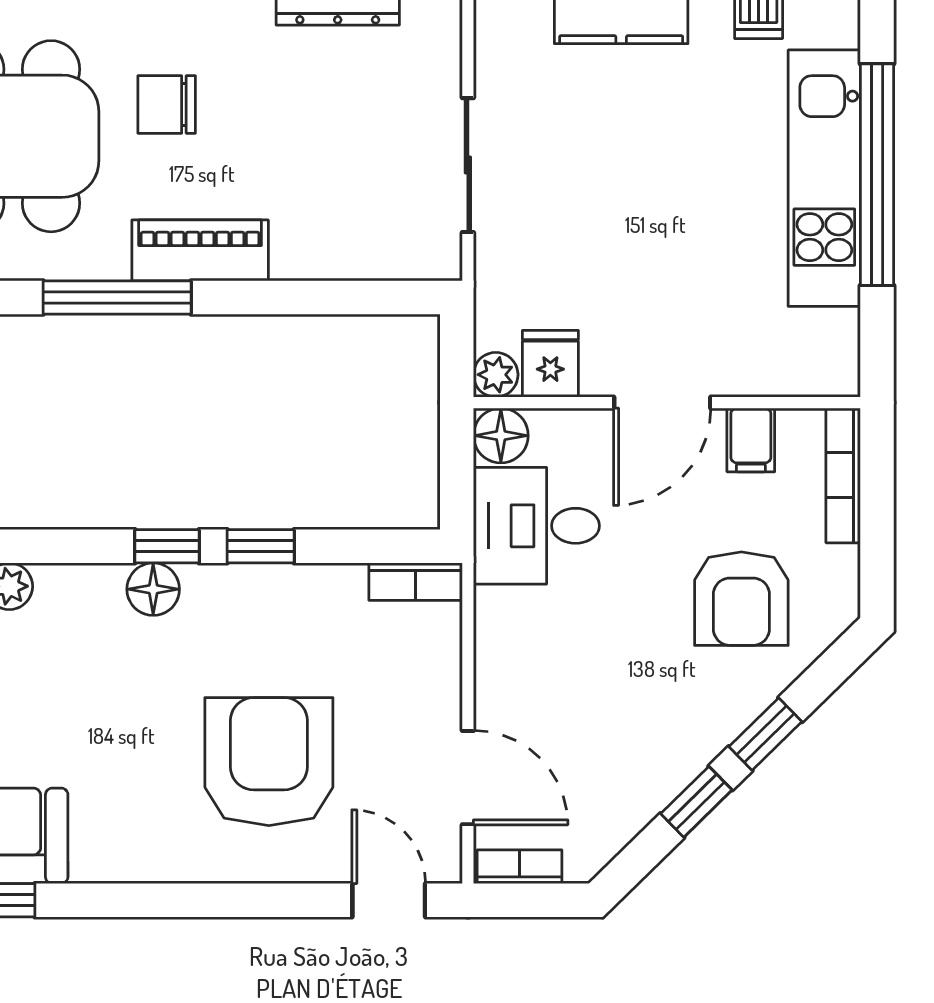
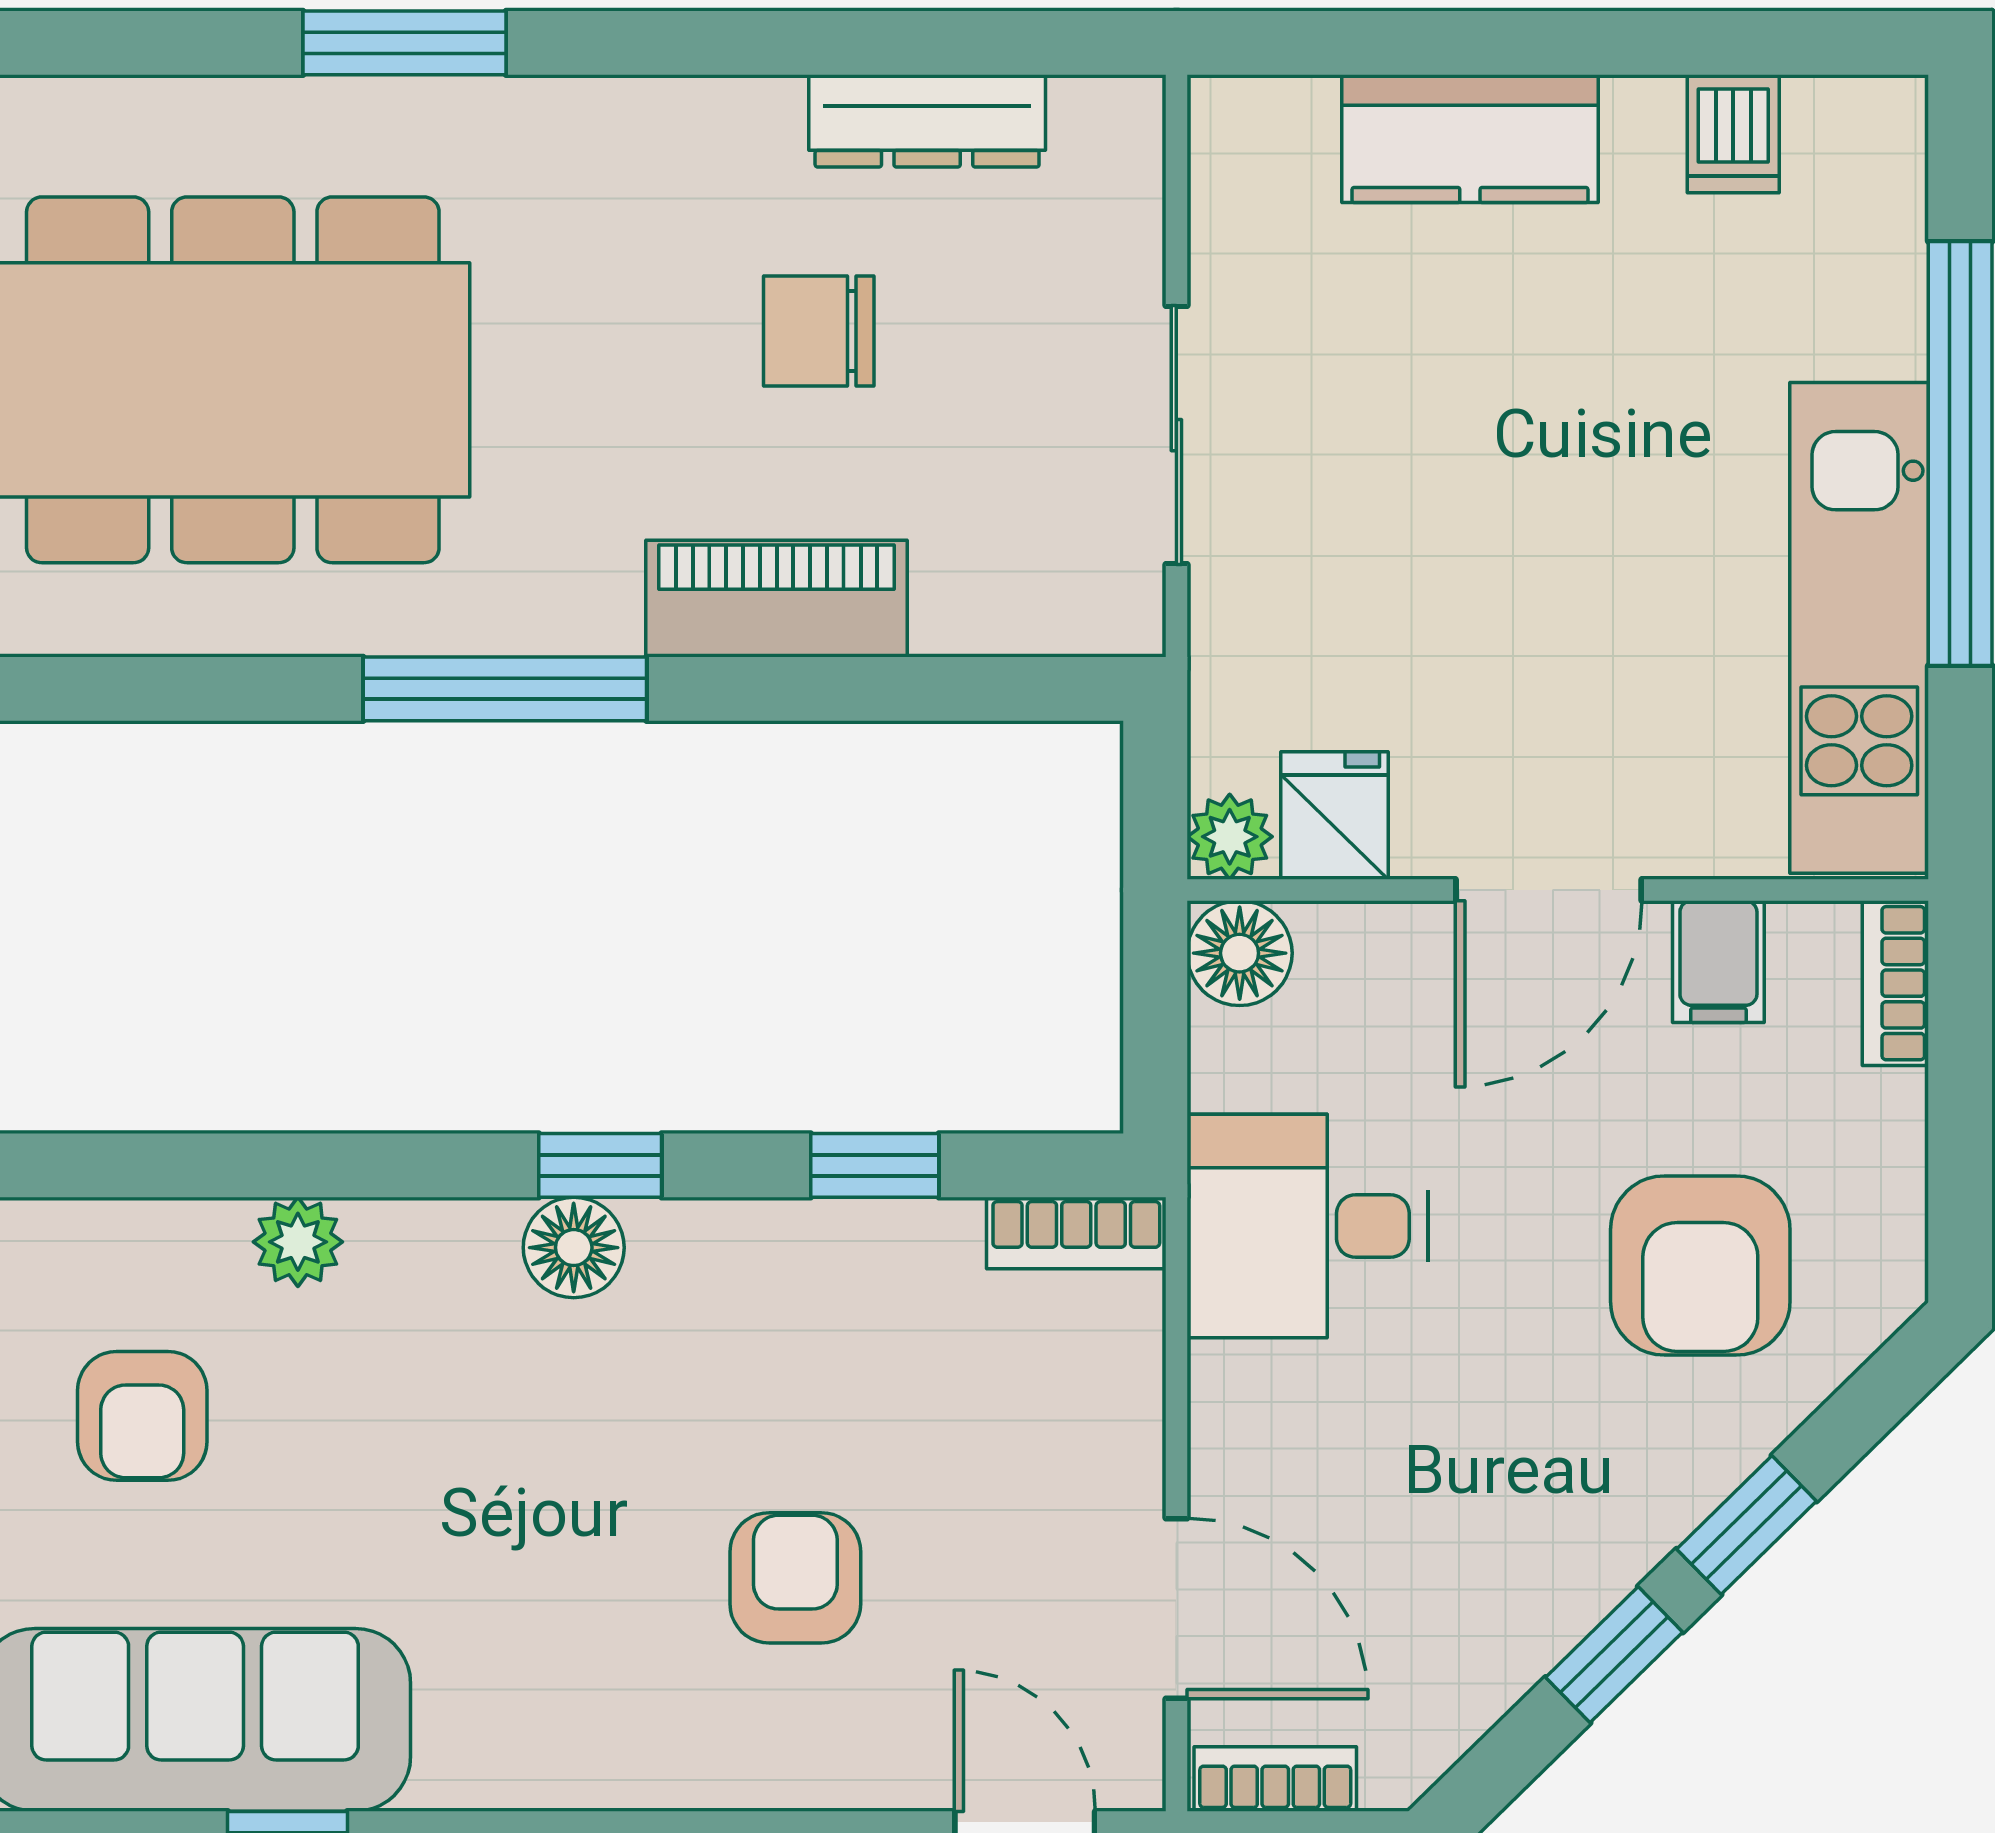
chair: (167, 105) -> (819, 331), moved
kitchen unit: (824, 178) -> (1859, 628), moved
piano: (200, 250) -> (777, 599), moved
bookcase: (843, 475) -> (1895, 983), width x0.64
desk: (536, 526) -> (1308, 1226), moved
window: (261, 546) -> (875, 1165), moved
armchair: (269, 762) -> (795, 1578), width x0.53, depth x0.53

